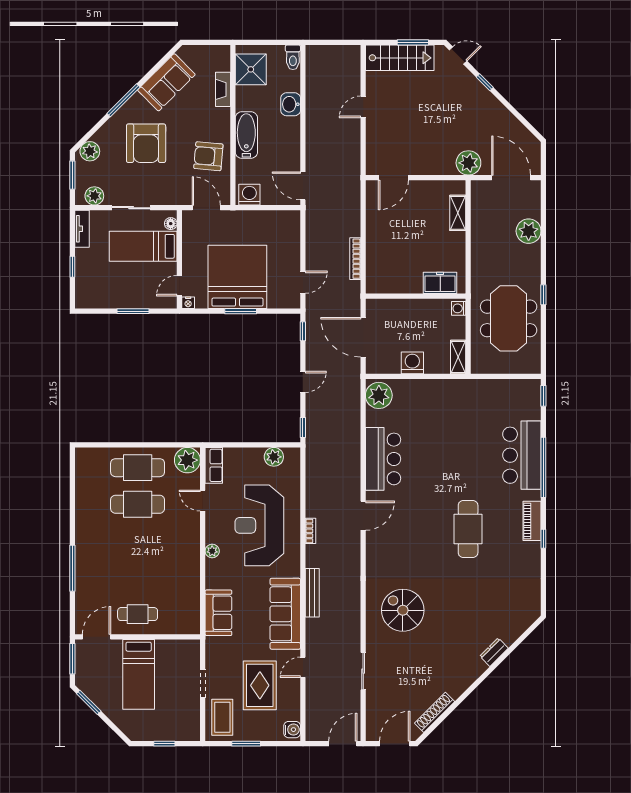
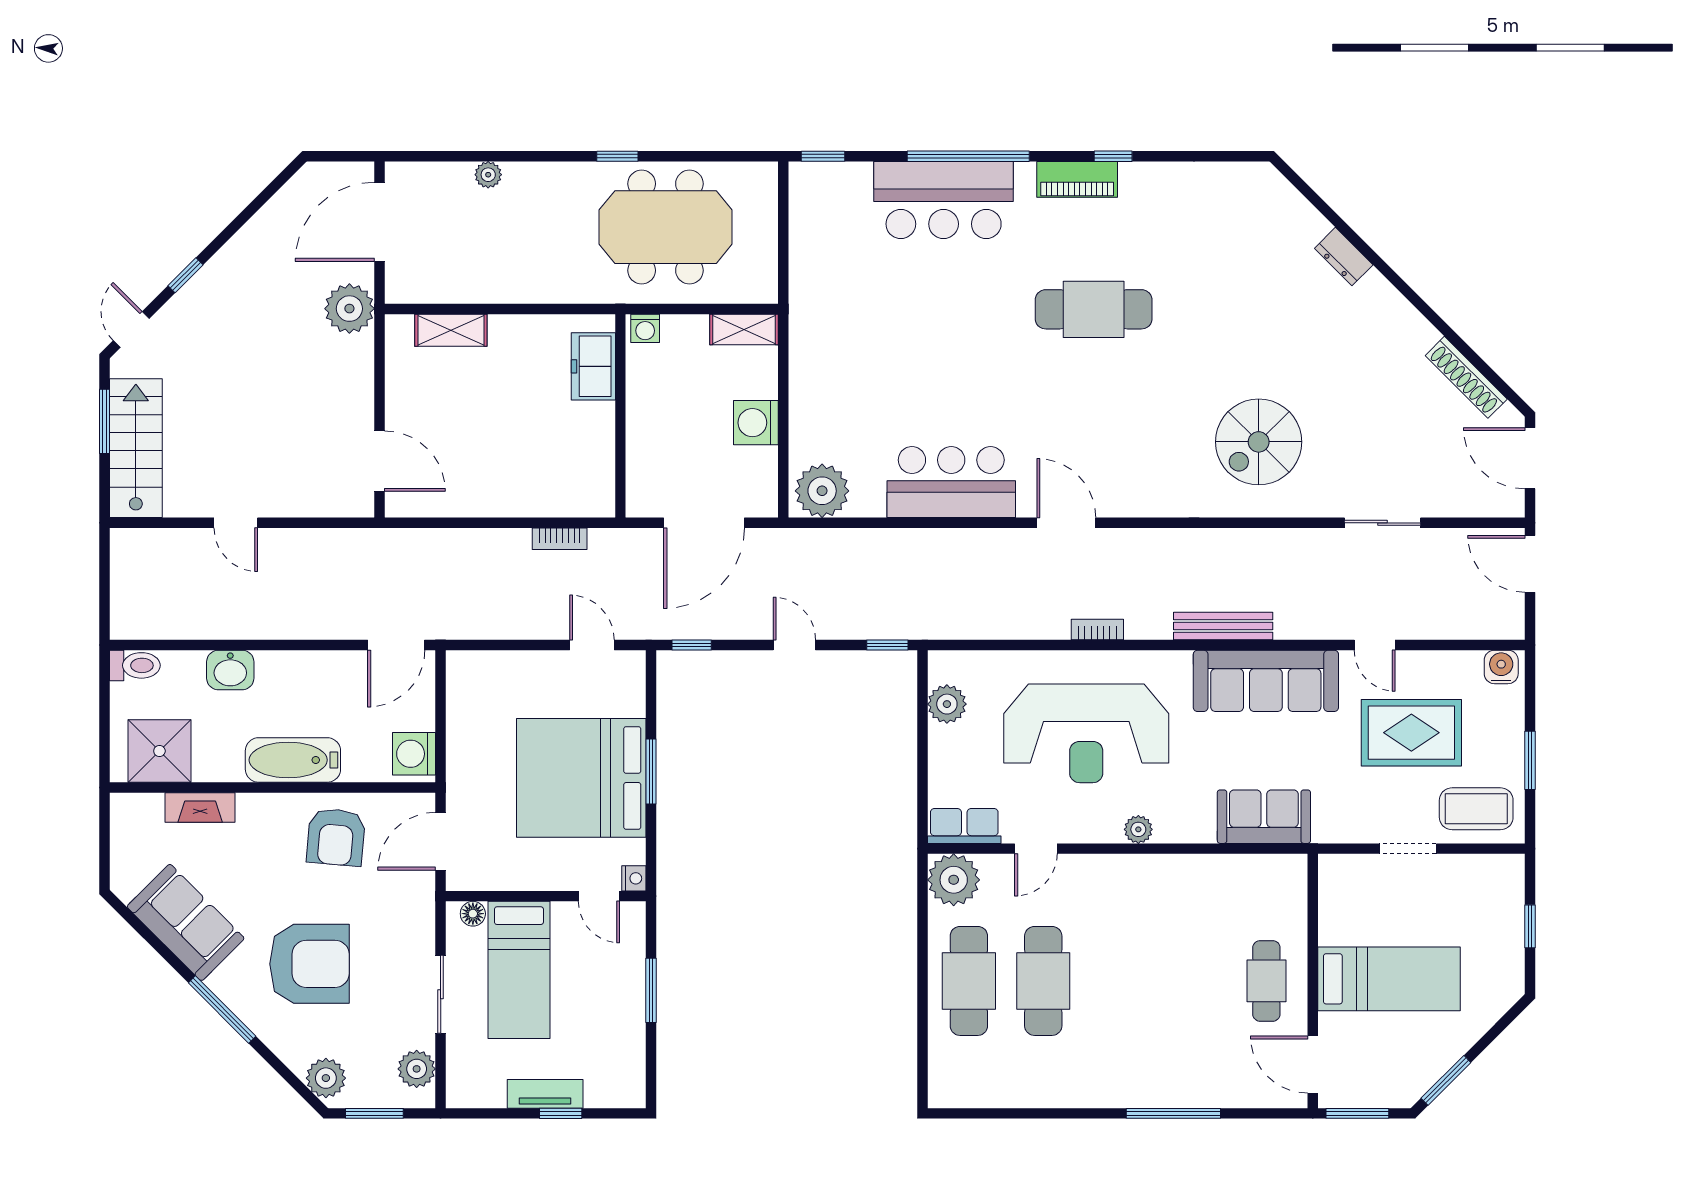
tv unit: (82, 229) -> (545, 1094), moved
plant: (529, 231) -> (488, 175), width x0.53, depth x0.53
bookcase: (355, 259) -> (560, 539), width x0.64

